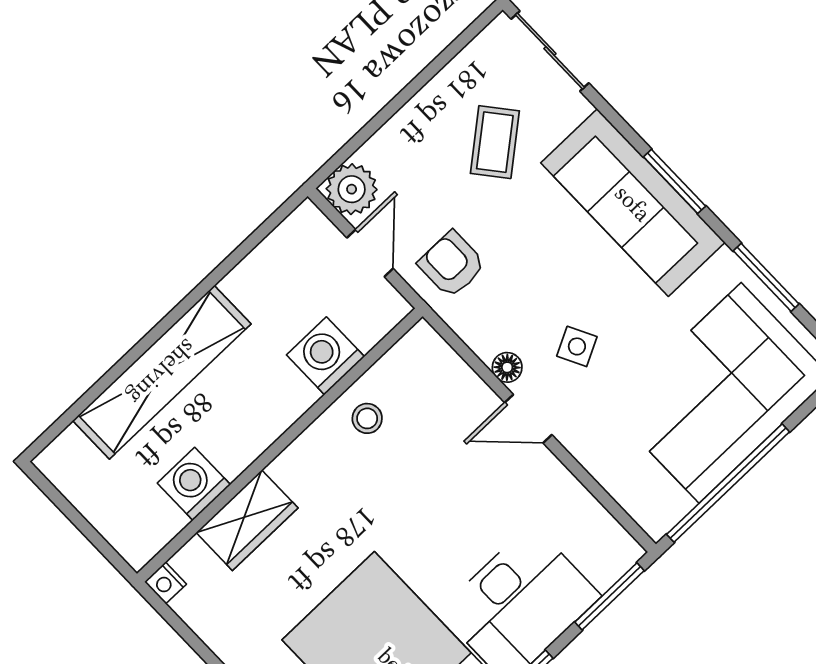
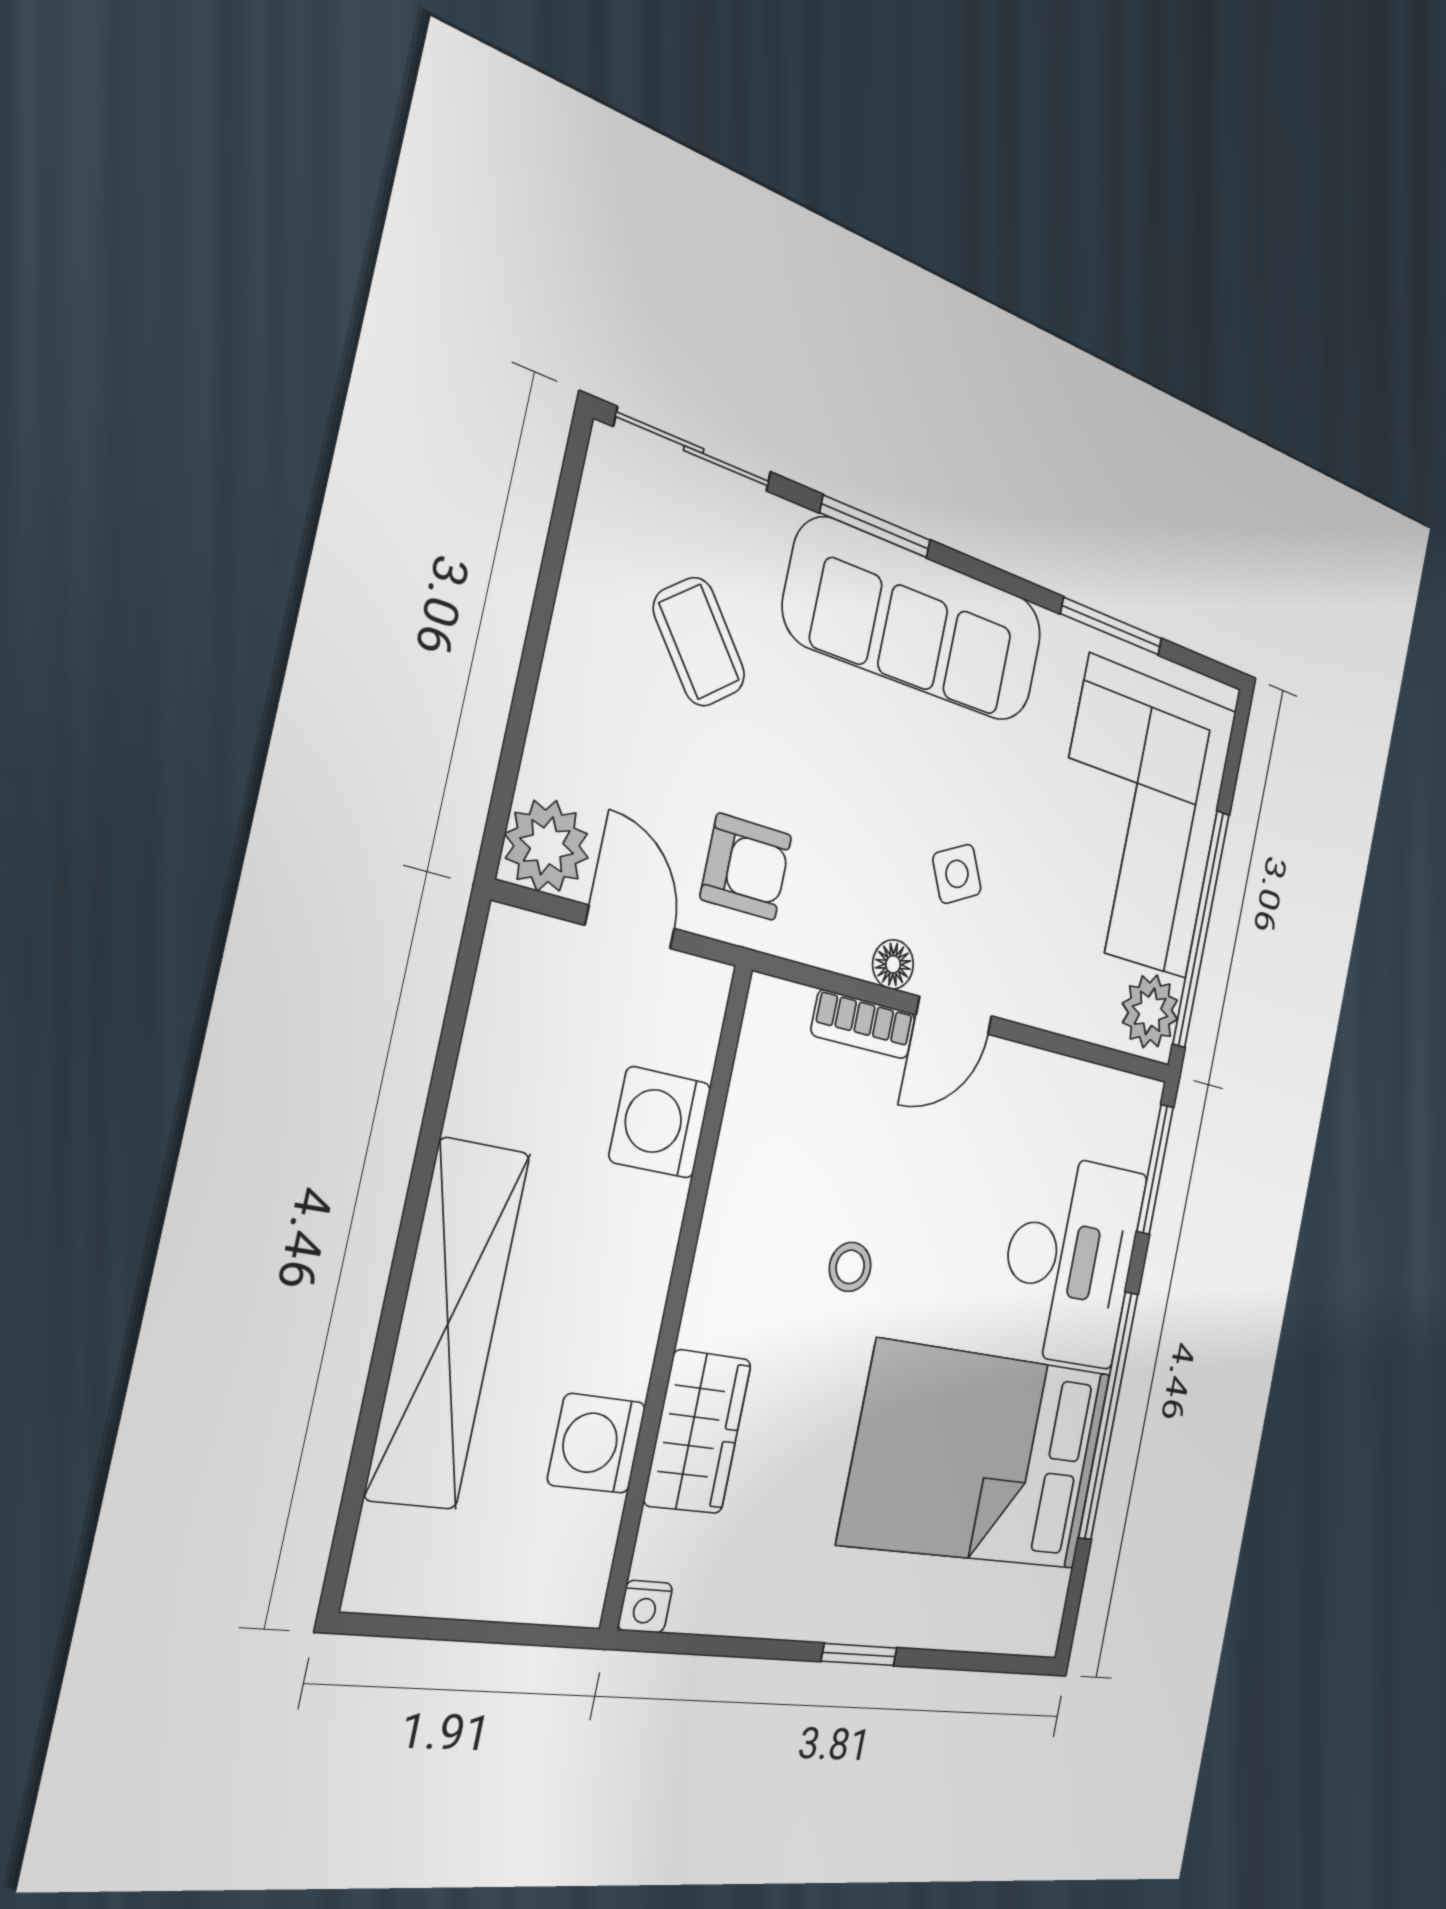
window: (675, 181) -> (876, 527), moved
armchair: (452, 264) -> (746, 867), turned 180
bookcase: (470, 386) -> (863, 1024), added
stool: (367, 418) -> (850, 1267), moved
plant: (662, 505) -> (1150, 1011), added

